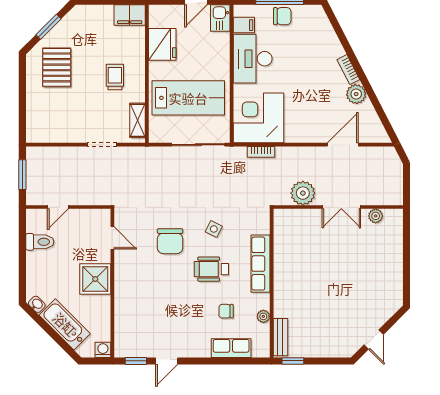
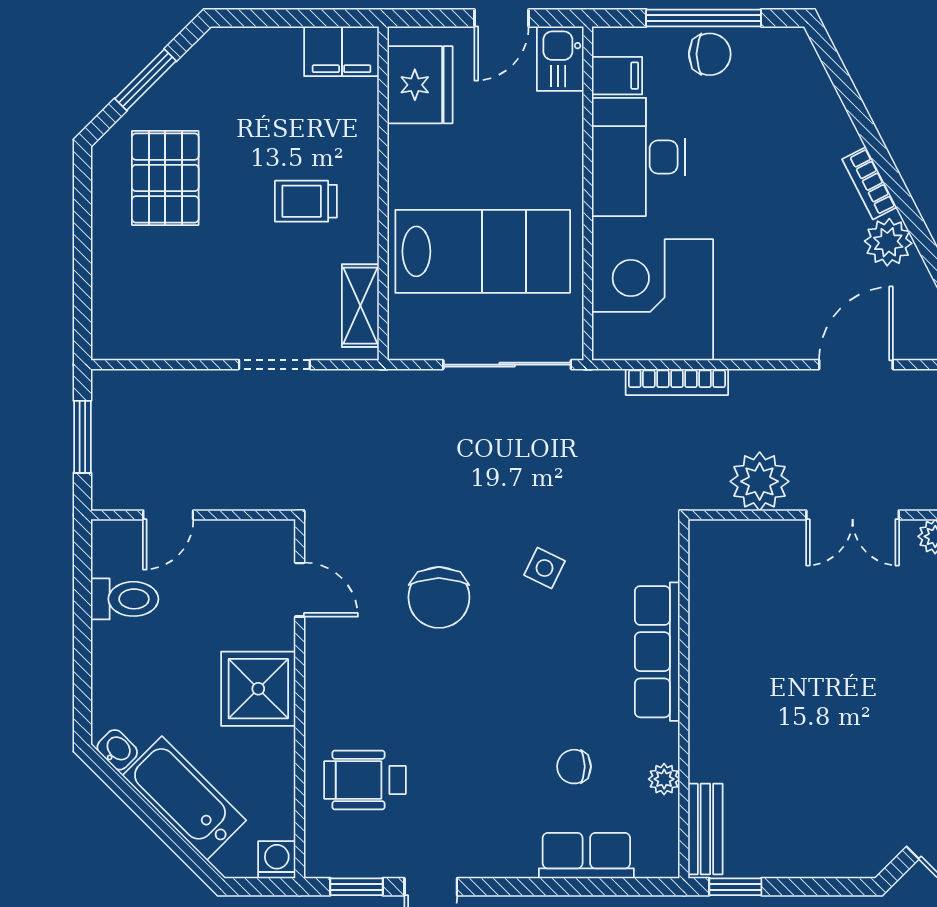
fridge: (162, 44) -> (420, 85), moved
trolley: (115, 77) -> (306, 201), turned -90
bookcase: (261, 152) -> (677, 382), width x1.56
wheelchair: (211, 269) -> (365, 780), moved

